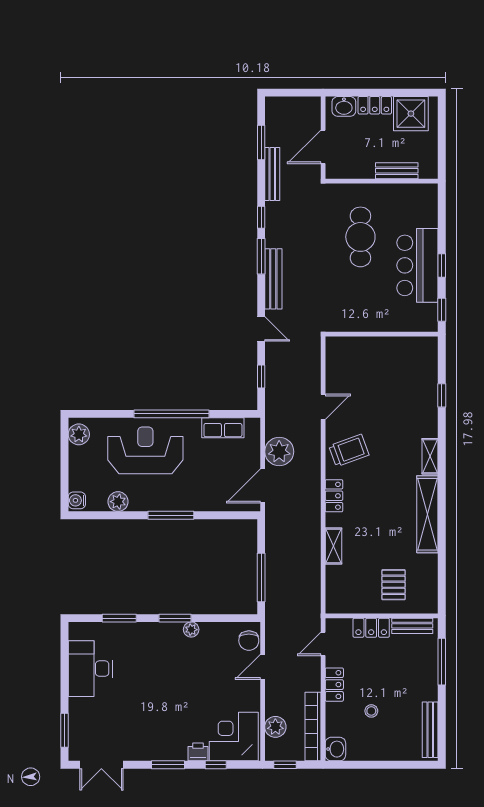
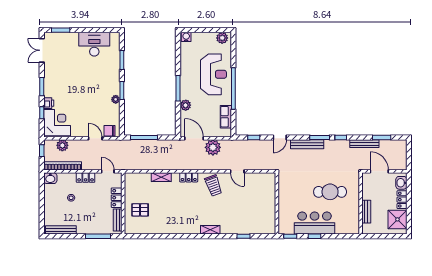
plant: (118, 502) -> (186, 105), moved
shelving: (427, 514) -> (179, 228), removed

